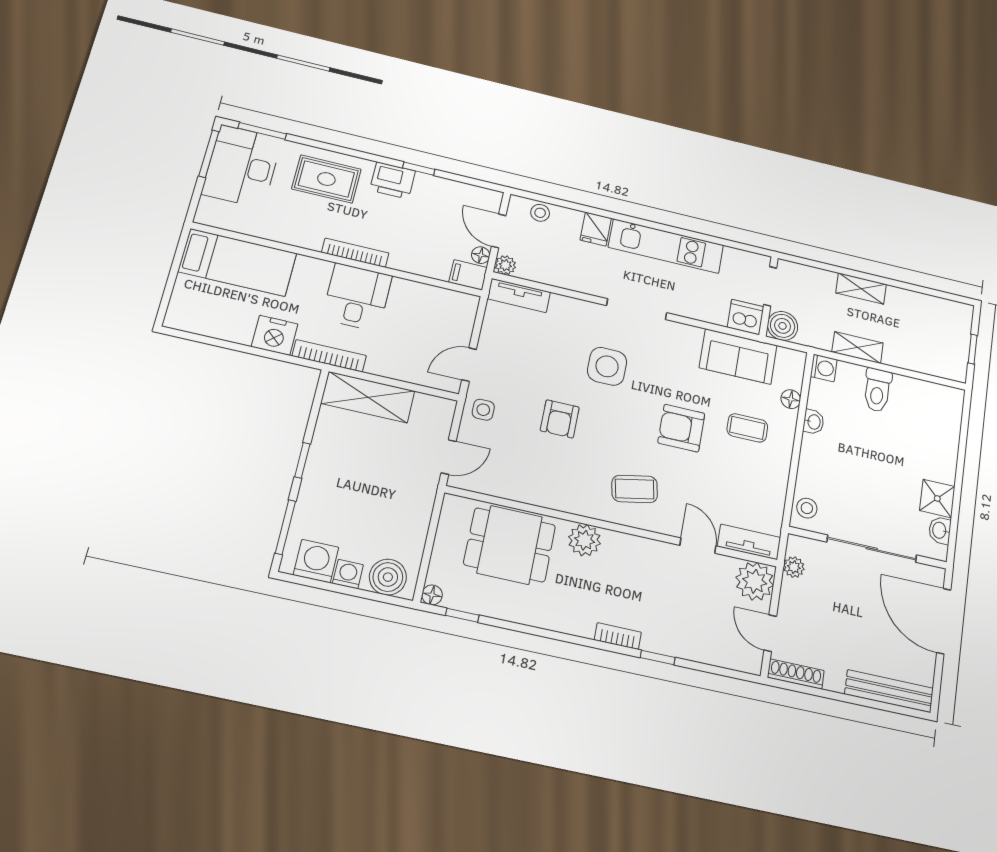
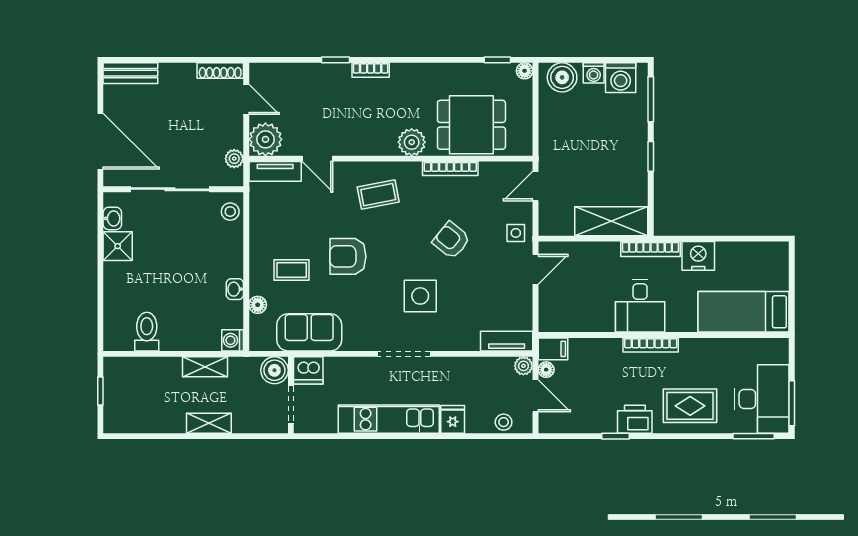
toilet: (877, 390) -> (147, 332), moved
armchair: (560, 419) -> (451, 240), turned -51
armchair: (681, 428) -> (348, 256), turned 180
bookcase: (545, 500) -> (450, 169), added
bench: (889, 691) -> (130, 73), width x0.73

